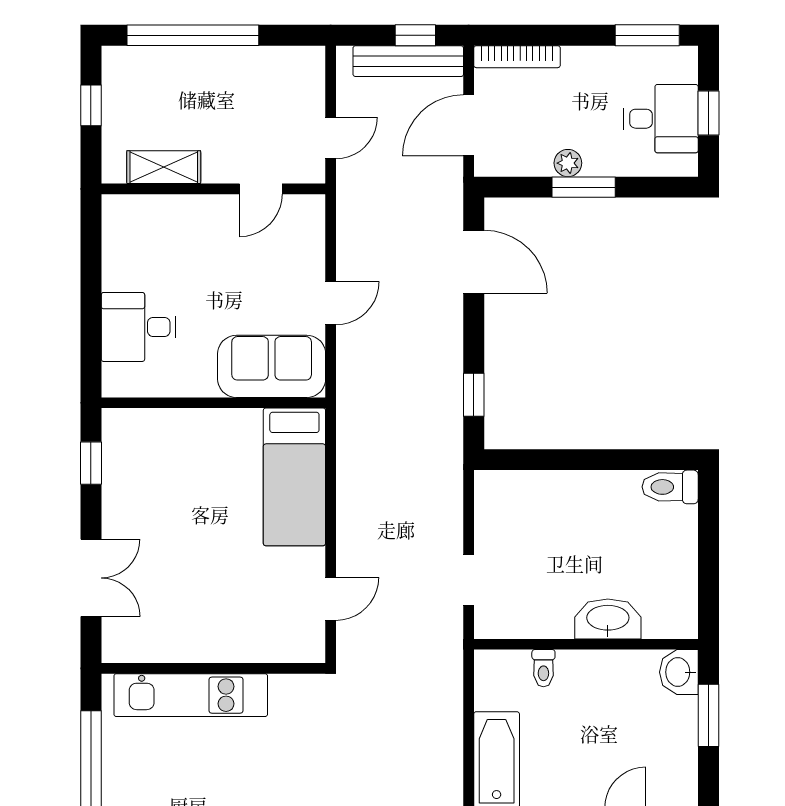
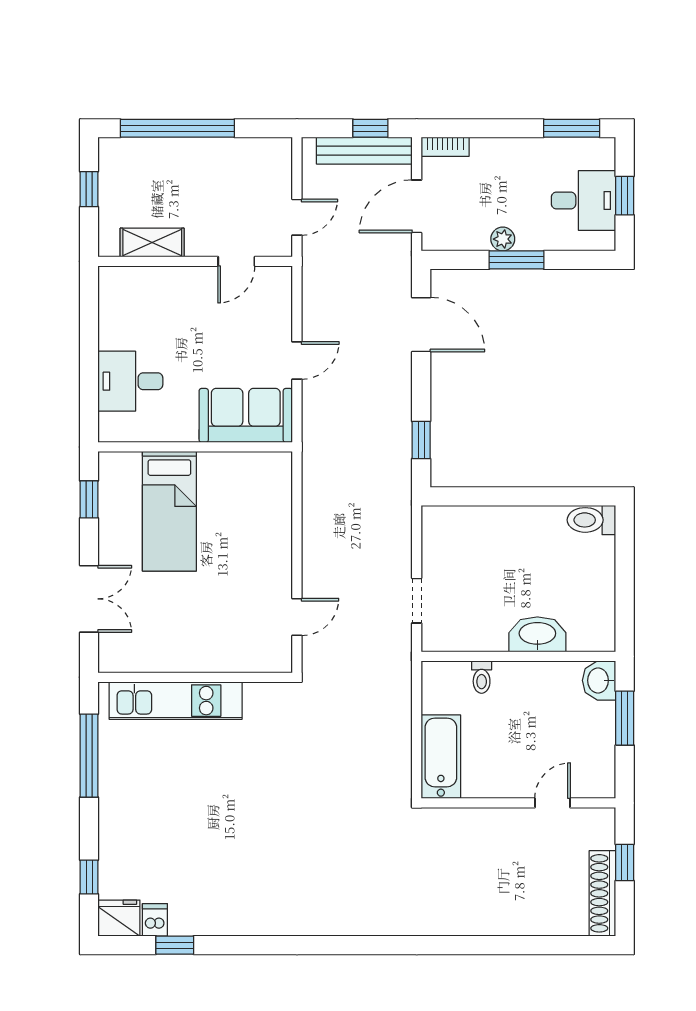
bookcase: (517, 57) -> (445, 147), width x0.64
bed: (294, 477) -> (169, 511), moved

